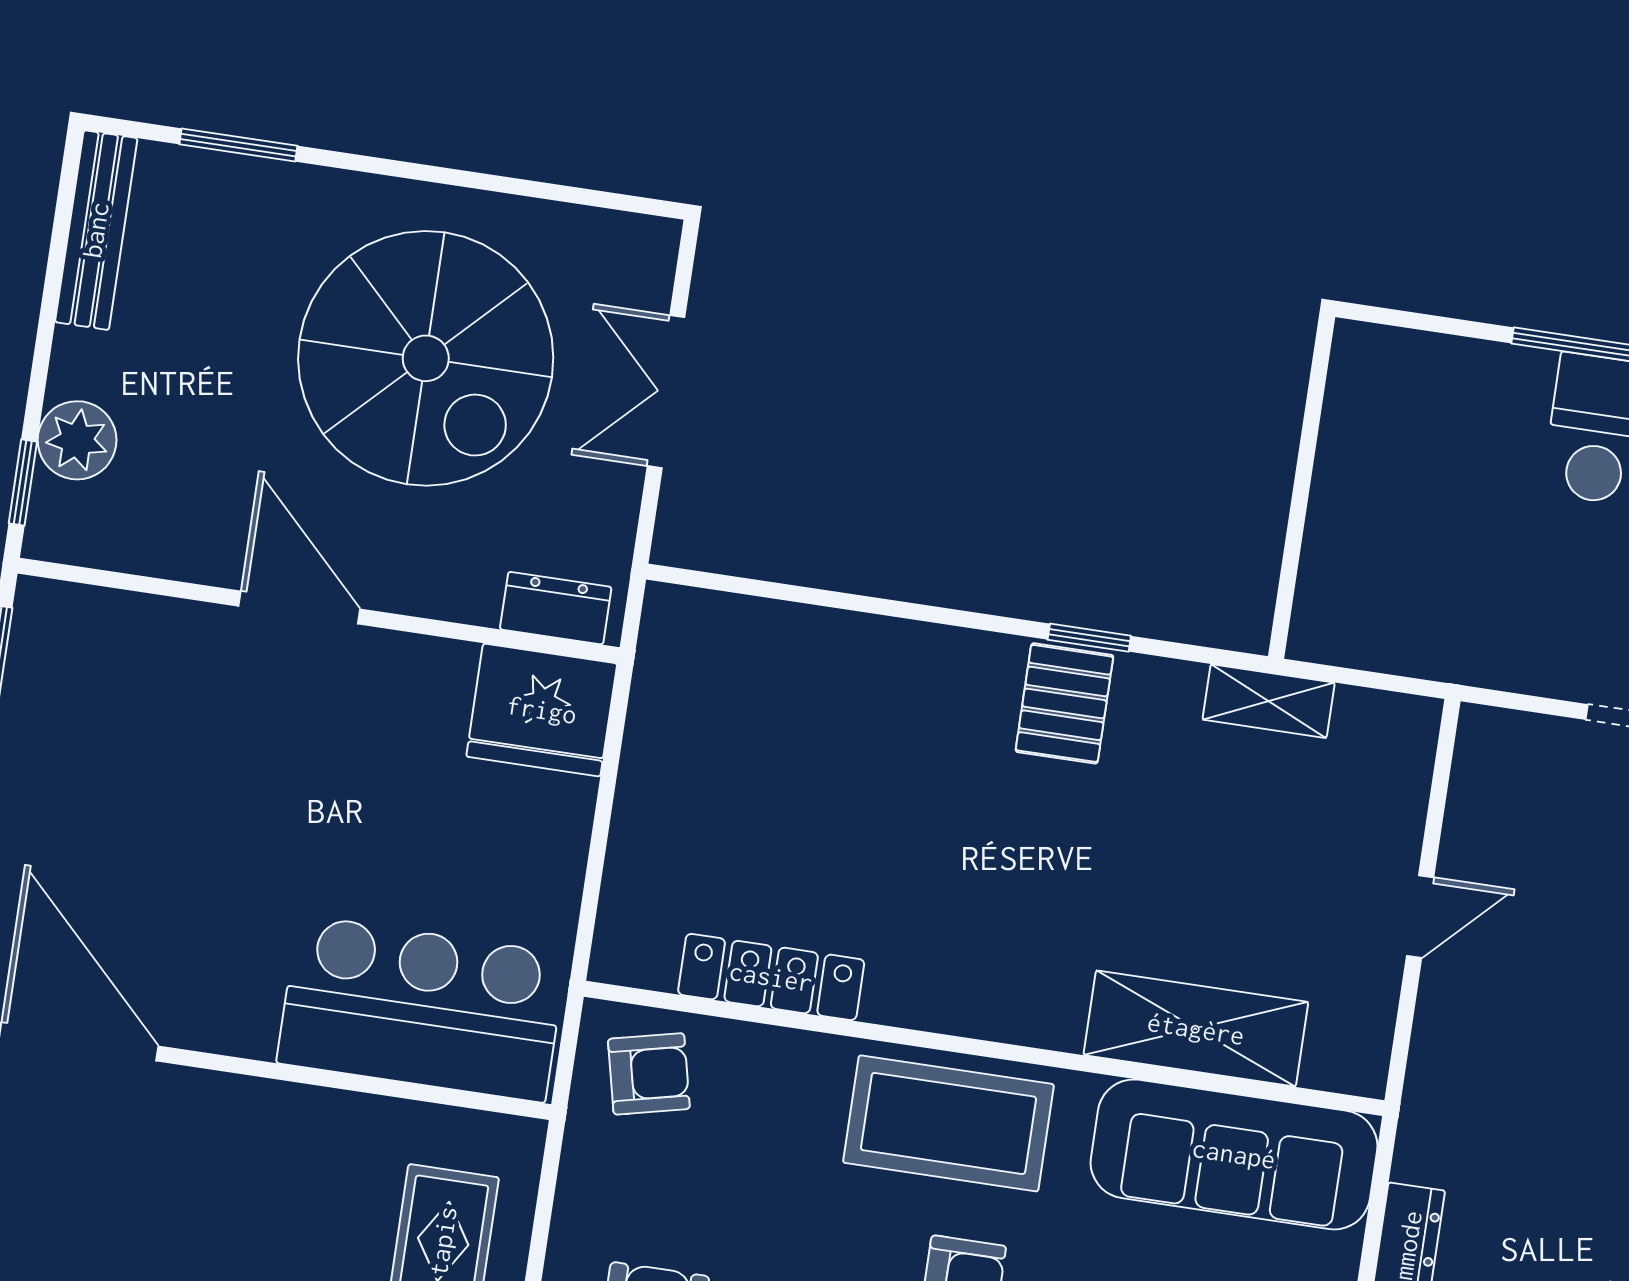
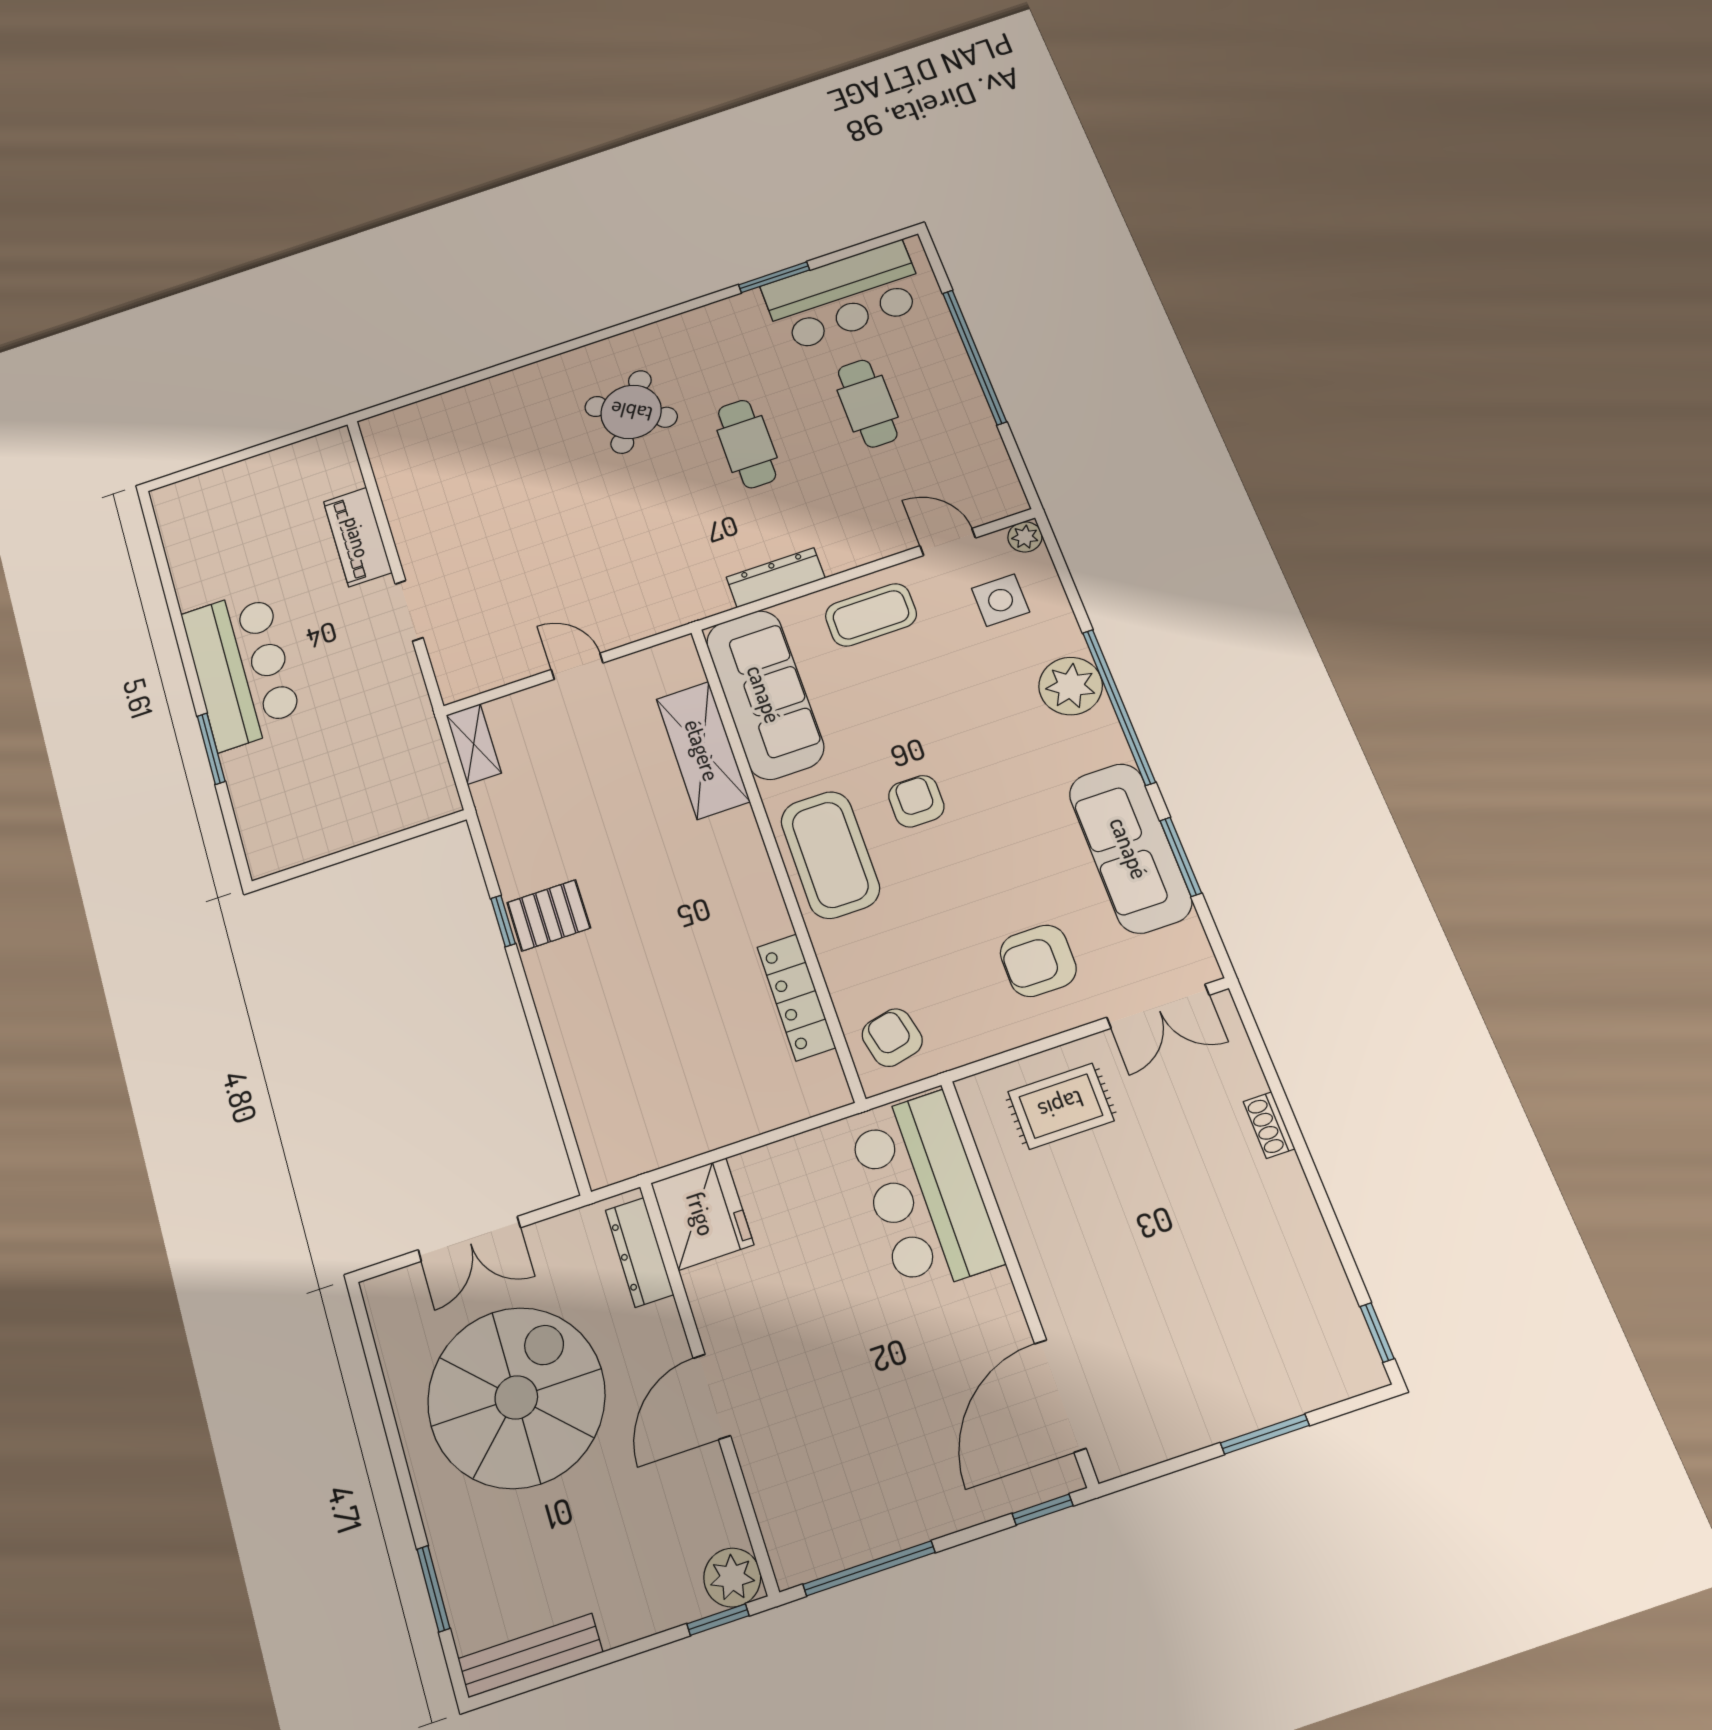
plant: (77, 440) -> (732, 1577), moved
dresser: (556, 608) -> (639, 1252), width x1.44
shelving: (1269, 701) -> (474, 744), moved

